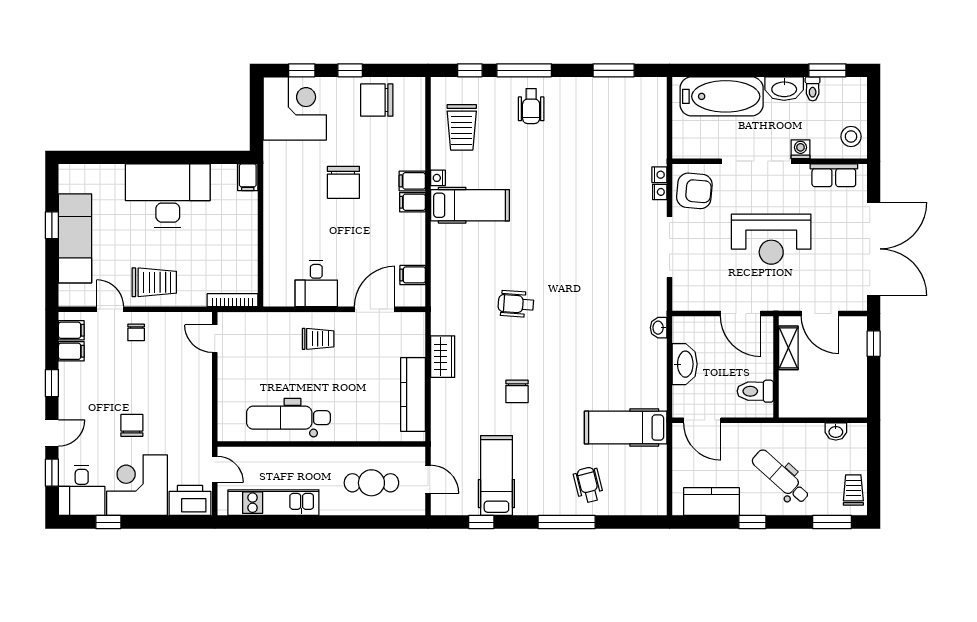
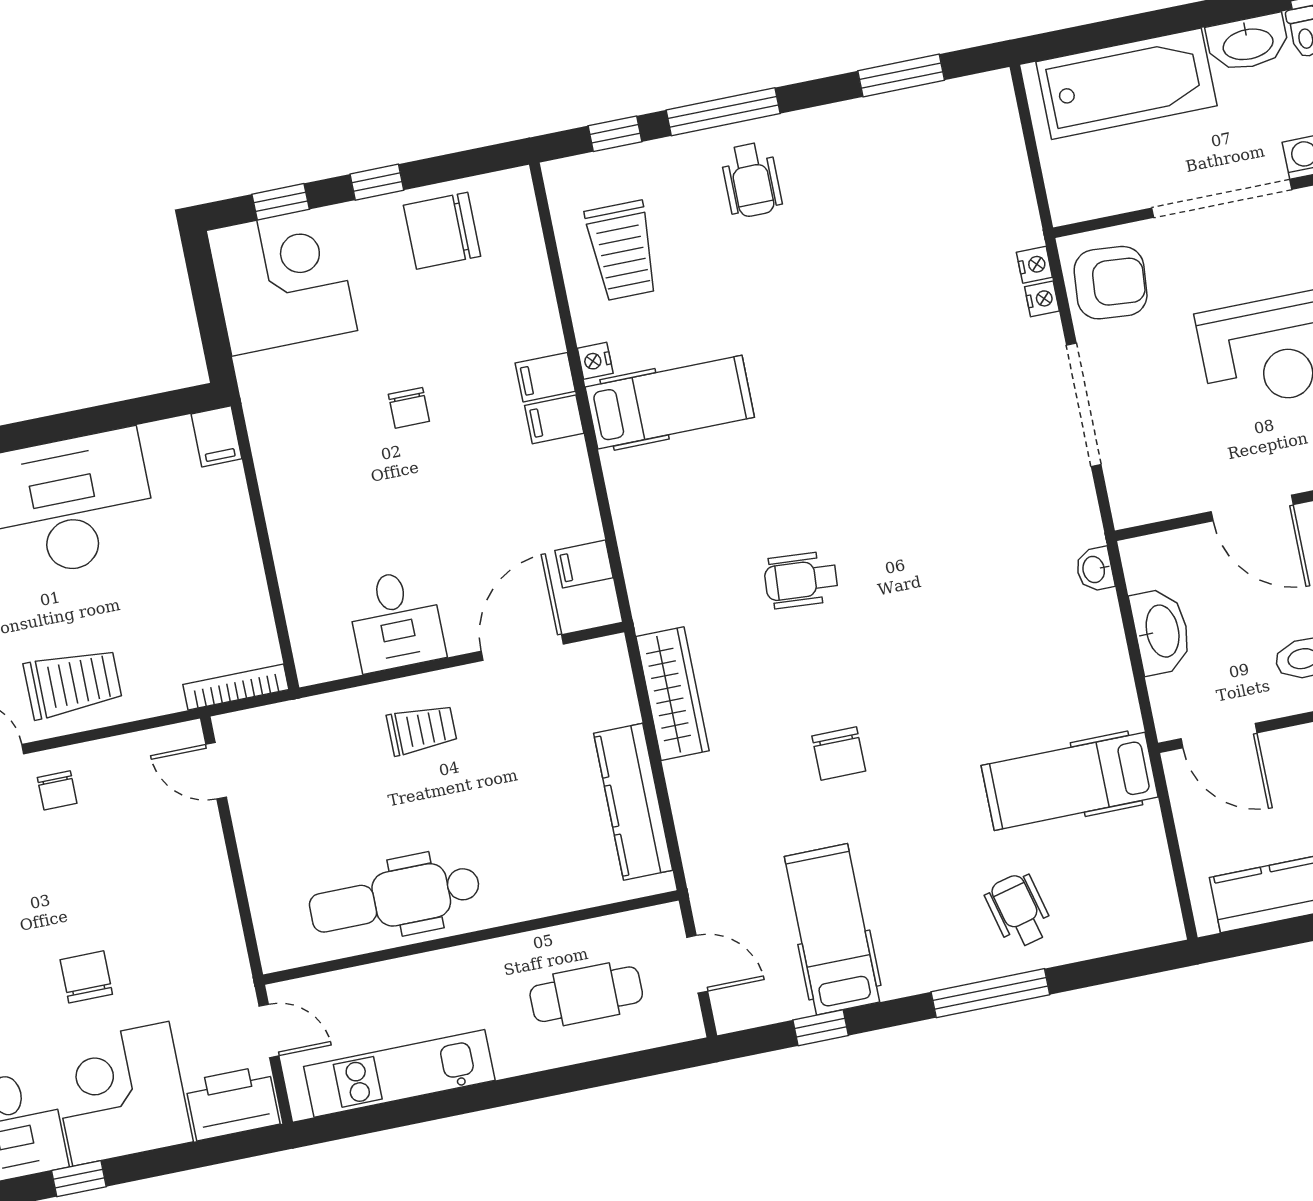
chair: (343, 182) -> (409, 408), width x0.54, depth x0.54
wardrobe: (443, 357) -> (673, 694), width x1.50

